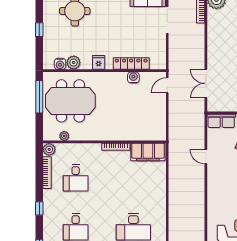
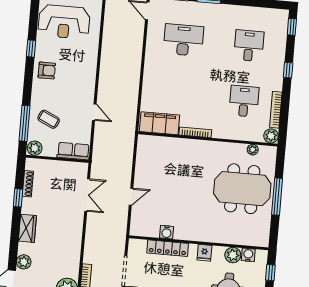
fridge: (99, 62) -> (204, 253), moved
plant: (74, 63) -> (233, 255), moved
water cooler: (60, 64) -> (248, 255), moved
locker: (131, 64) -> (168, 248), moved
wall: (104, 71) -> (199, 243), moved
water cooler: (133, 78) -> (167, 232), moved

